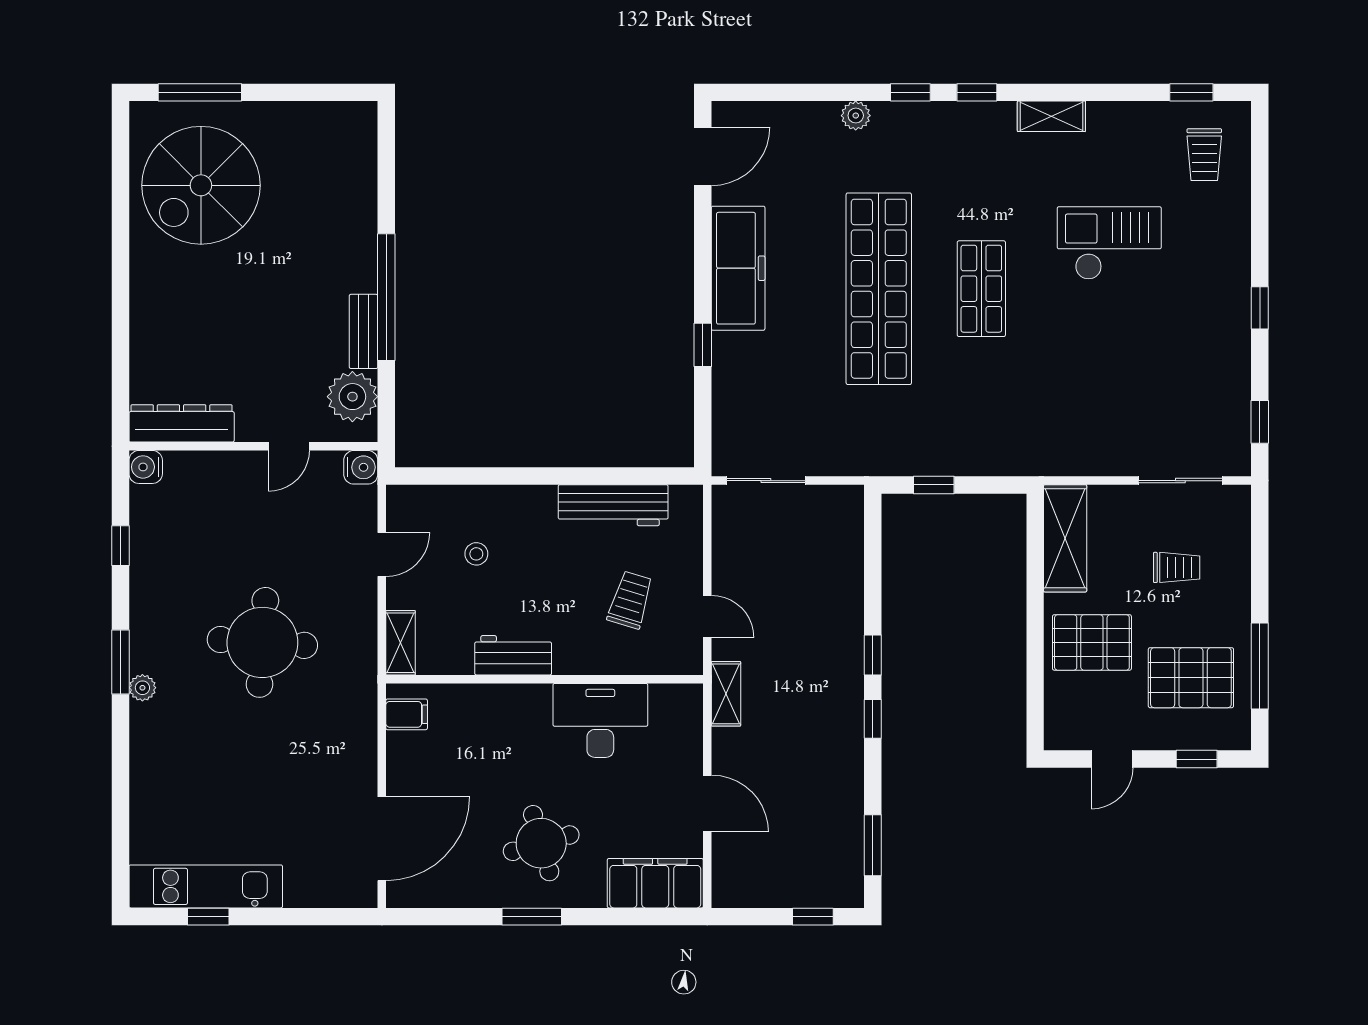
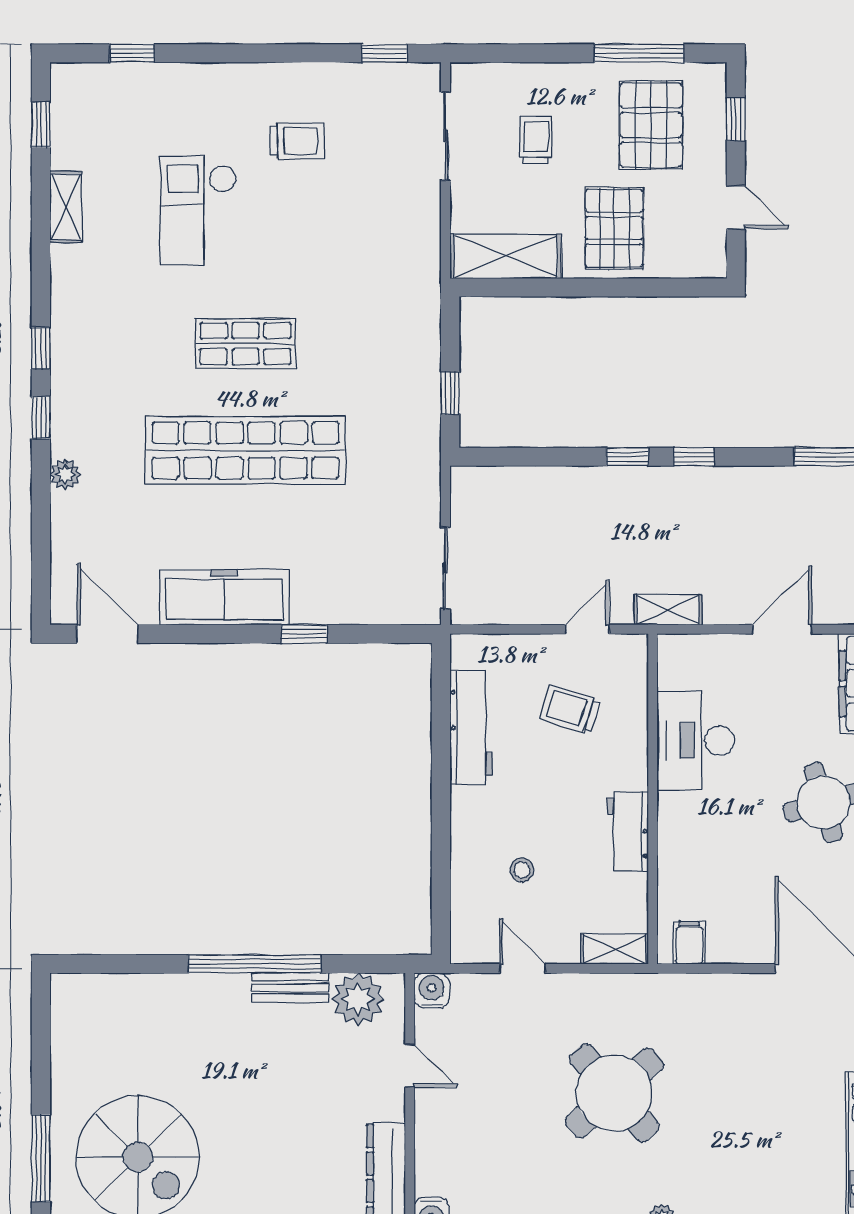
shelving: (1051, 116) -> (66, 207), moved
trolley: (1204, 155) -> (297, 141), moved
window: (1260, 308) -> (132, 53), moved
round table: (262, 642) -> (614, 1093), turned 45

